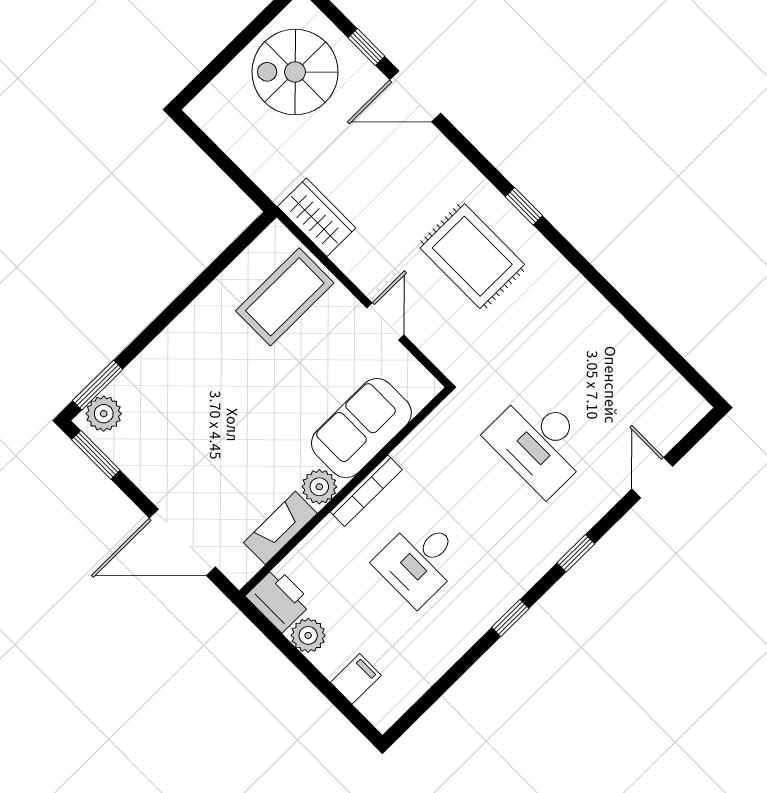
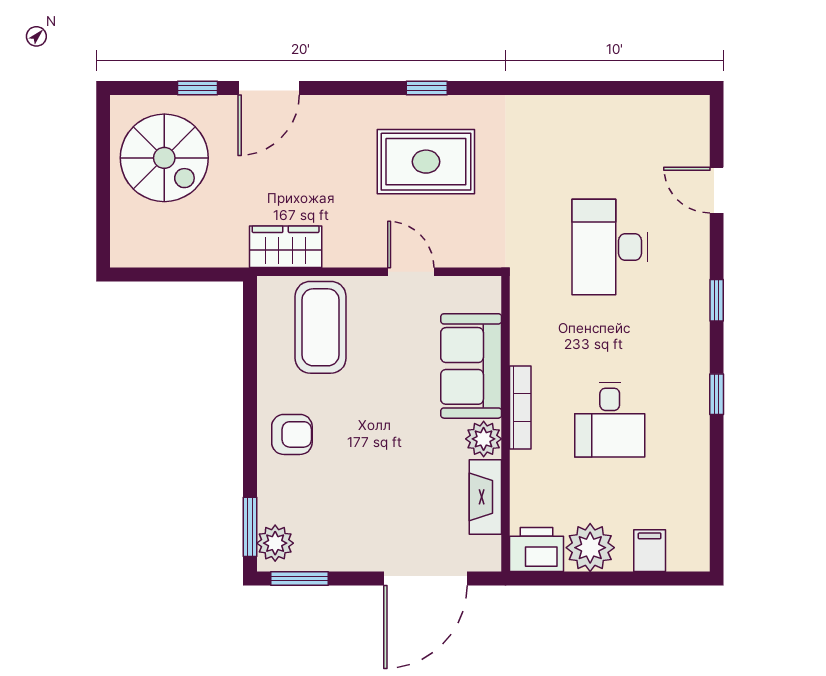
spiral stairs: (295, 72) -> (164, 158), turned -90
armchair: (191, 351) -> (292, 434), added
desk: (539, 442) -> (610, 247), turned 90
plant: (308, 635) -> (590, 548), width x1.36, depth x1.36

